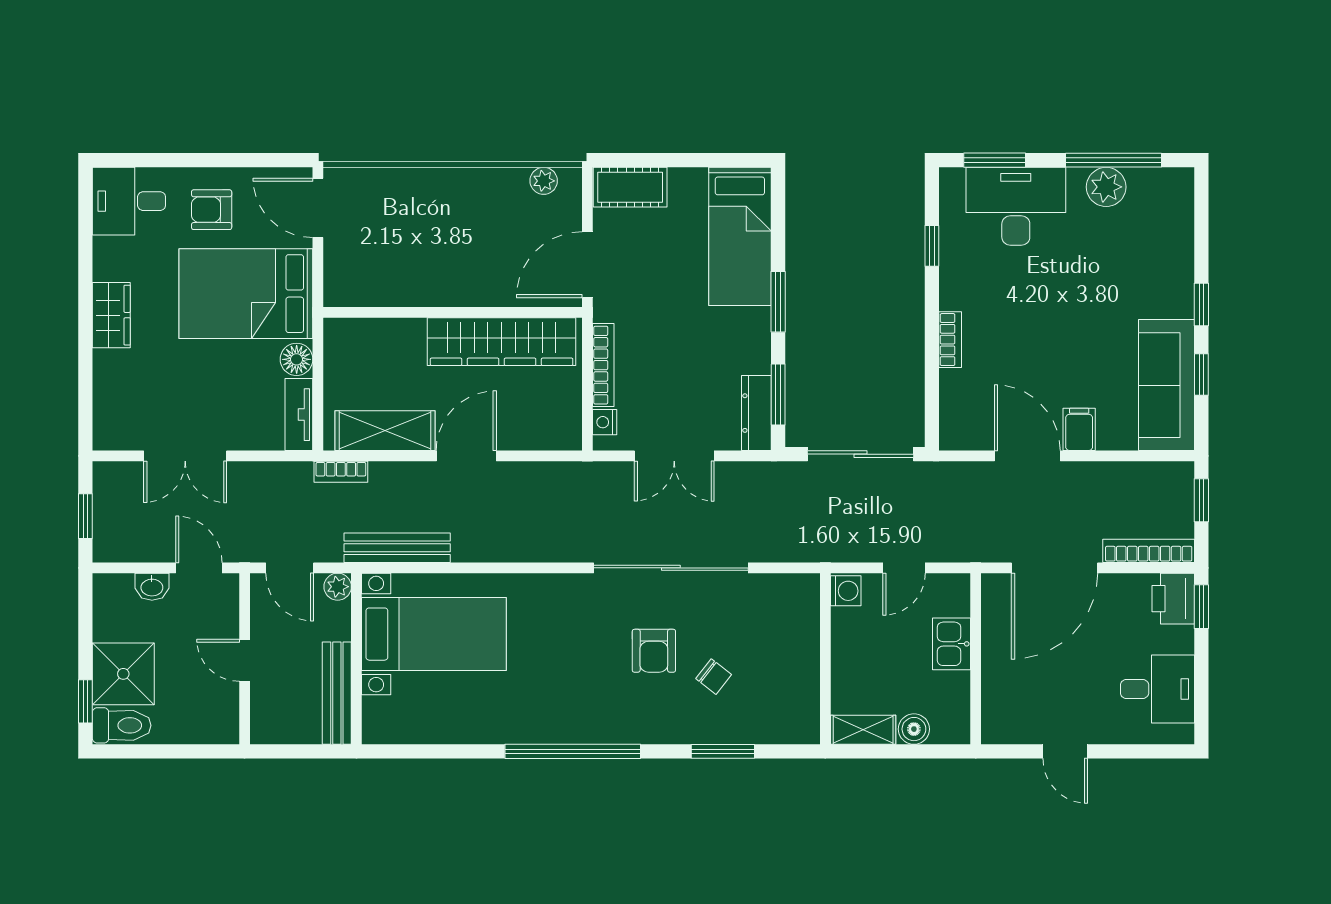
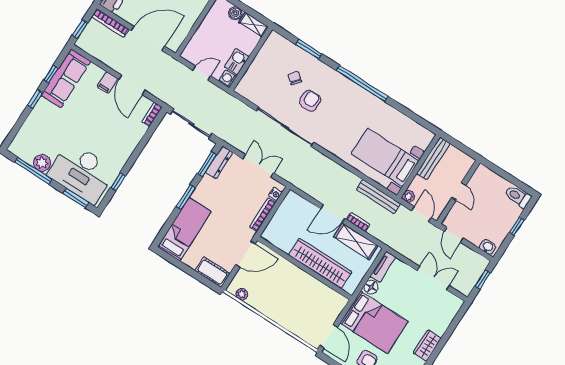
desk: (1016, 206) -> (81, 173), width x1.36, depth x1.30
bookcase: (950, 340) -> (152, 114), moved
wardrobe: (502, 342) -> (320, 263), moved
bookcase: (341, 472) -> (358, 222), moved
washbasin: (152, 587) -> (488, 247), moved
kitchen sink: (952, 644) -> (237, 62), moved, turned 180
shower: (123, 674) -> (505, 214), removed
window: (85, 701) -> (517, 226), moved

